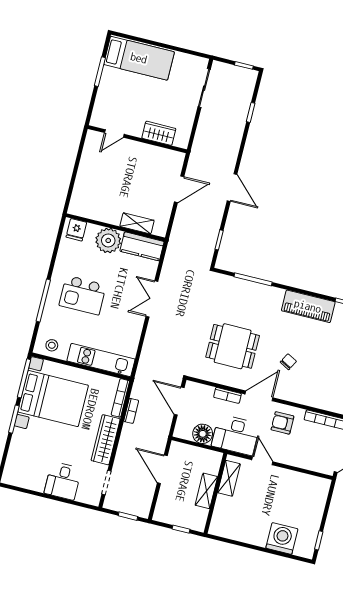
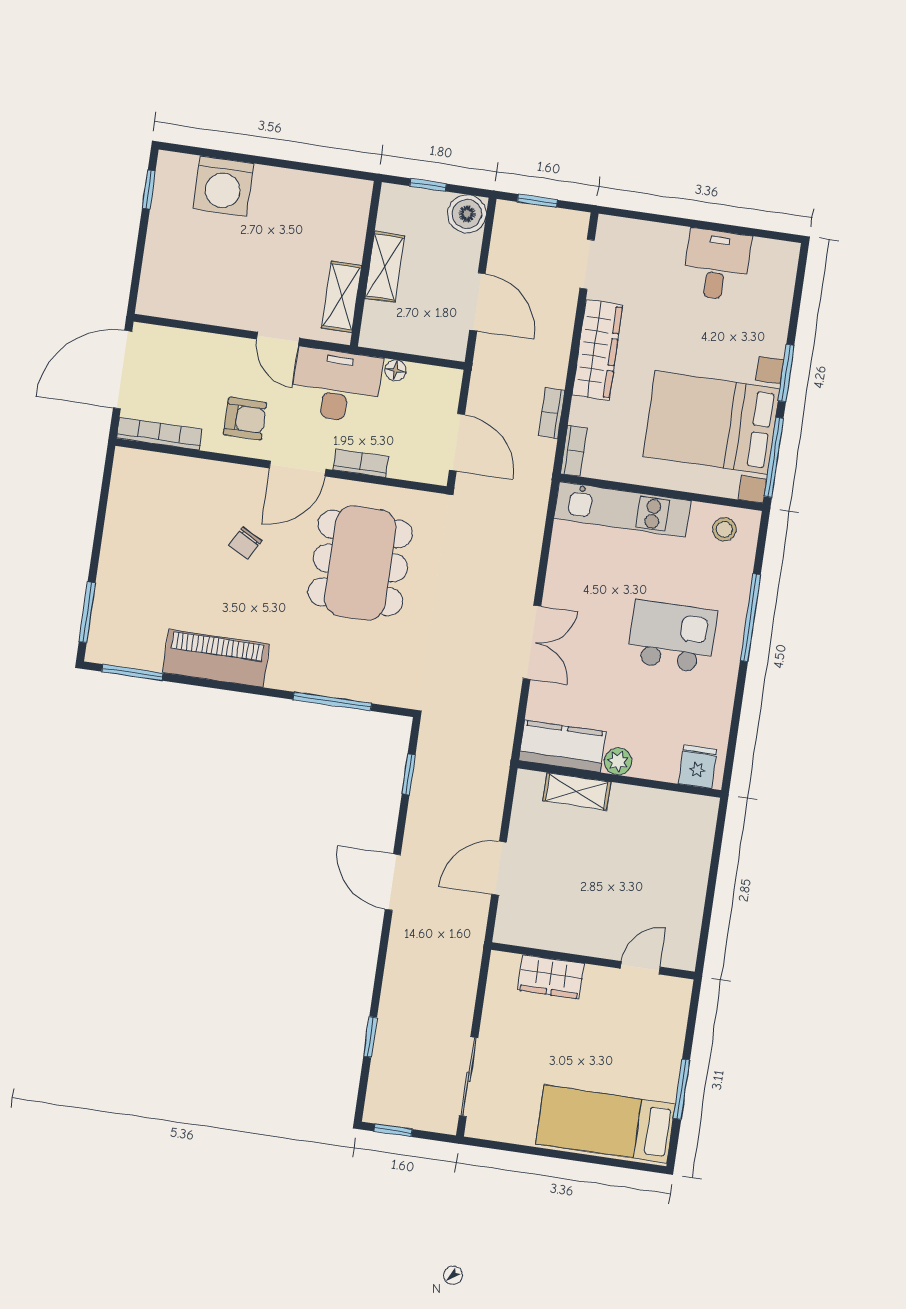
plant: (108, 240) -> (618, 761), width x0.53, depth x0.53
dining table: (233, 346) -> (360, 563), width x1.38
bookcase: (120, 398) -> (574, 451), width x0.64
floor lamp: (203, 434) -> (395, 370), width x0.53, depth x0.53
desk: (63, 481) -> (717, 265), moved
boiler: (163, 513) -> (467, 214), added

